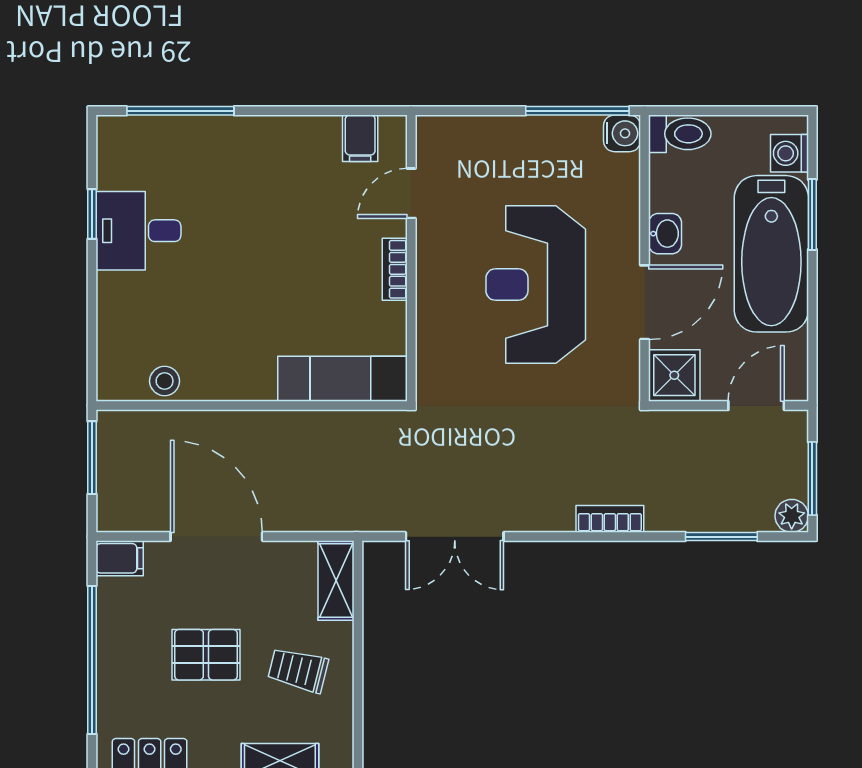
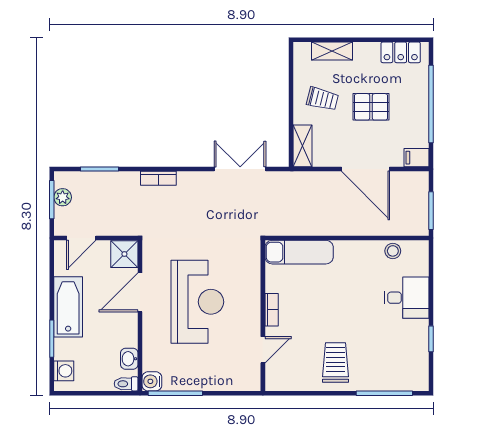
toilet: (680, 134) -> (126, 384), width x0.73, depth x0.72
filing cabinet: (360, 138) -> (290, 379), removed
trolley: (273, 169) -> (335, 362), added
desk: (138, 231) -> (407, 298), moved
washbasin: (665, 234) -> (129, 359), moved
bathtub: (771, 254) -> (68, 307), width x0.73, depth x0.73
plant: (792, 516) -> (63, 197), moved

